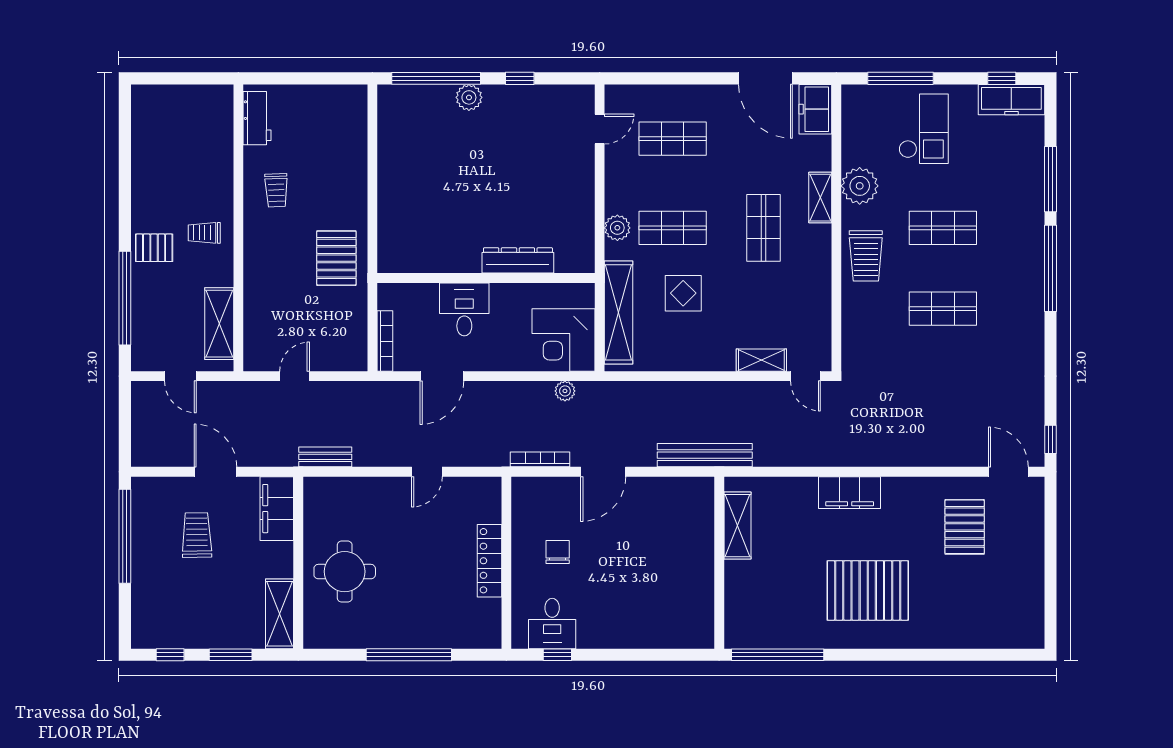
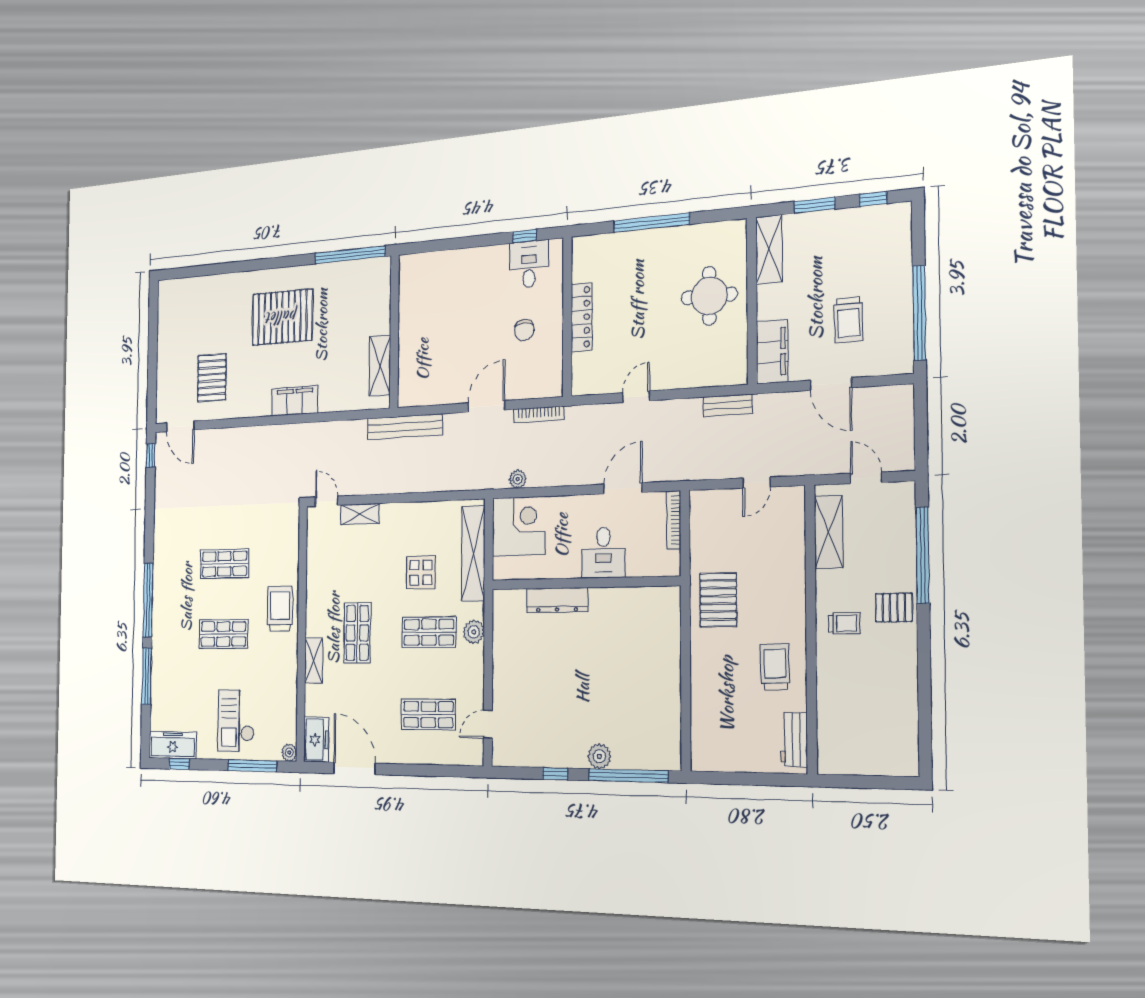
plant: (860, 186) -> (289, 753), moved, width x0.53, depth x0.53
trolley: (276, 190) -> (775, 667), width x1.36, depth x1.39

